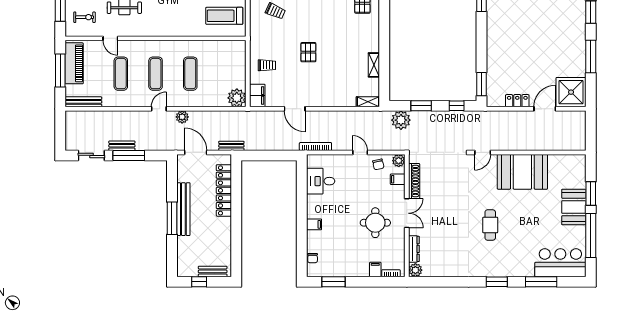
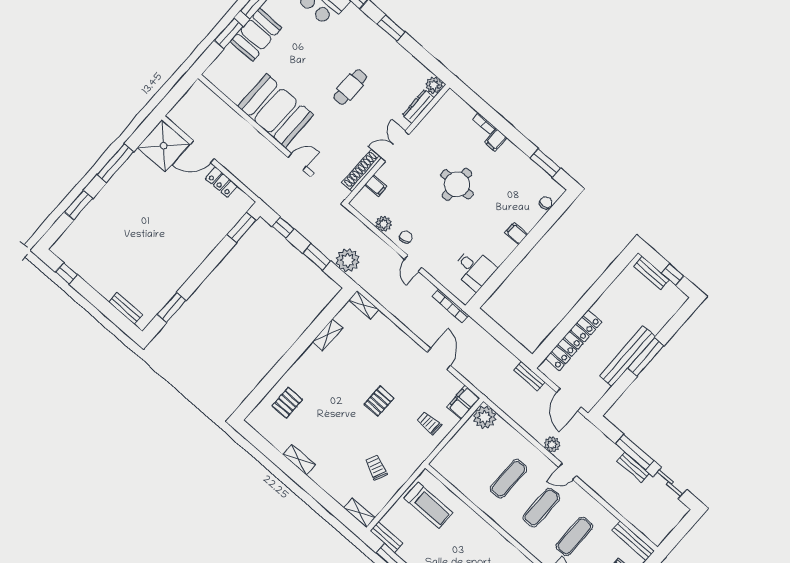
filing cabinet: (398, 179) -> (376, 186), moved
shoe rack: (414, 181) -> (362, 171), moved
double door: (407, 213) -> (395, 146), moved
wall: (407, 216) -> (397, 144), moved
dresser: (414, 249) -> (418, 106), moved
plant: (415, 270) -> (434, 85), moved

